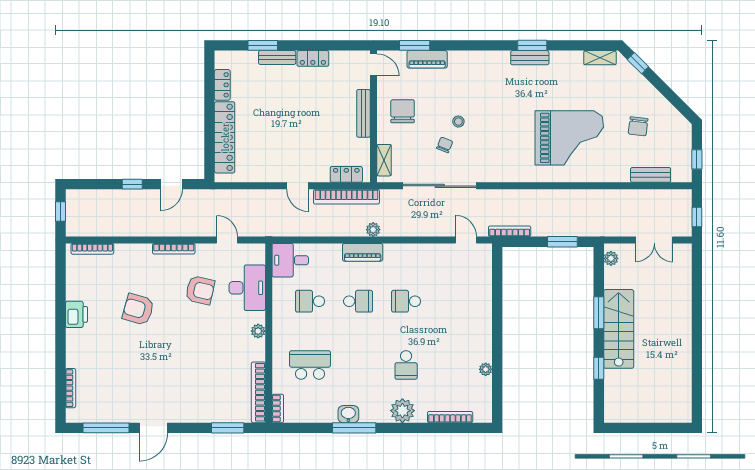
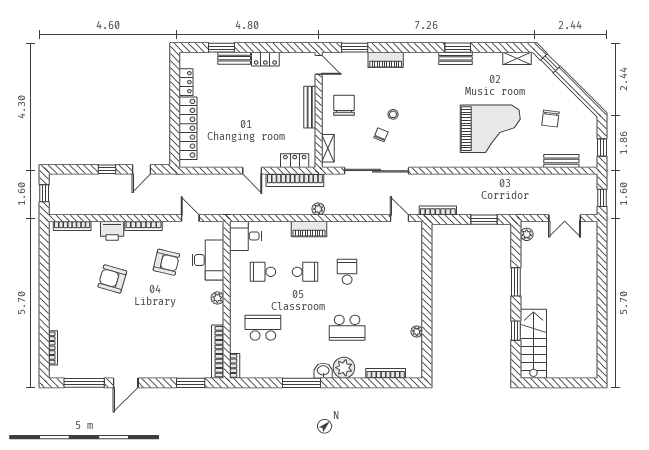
piano: (427, 59) -> (386, 60), moved
school desk: (406, 301) -> (347, 272), turned 90
printer: (76, 314) -> (112, 231), moved, turned 90
stairs: (619, 329) -> (533, 344), moved
school desk: (406, 365) -> (347, 328), width x1.85
washbasin: (348, 414) -> (323, 371), moved

